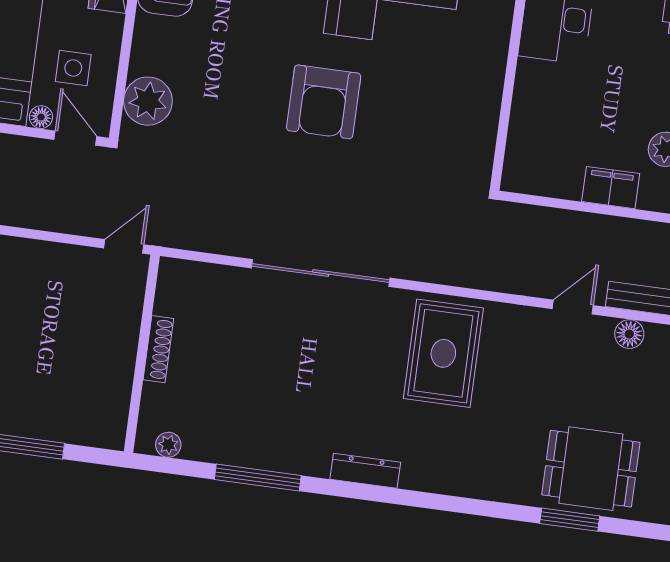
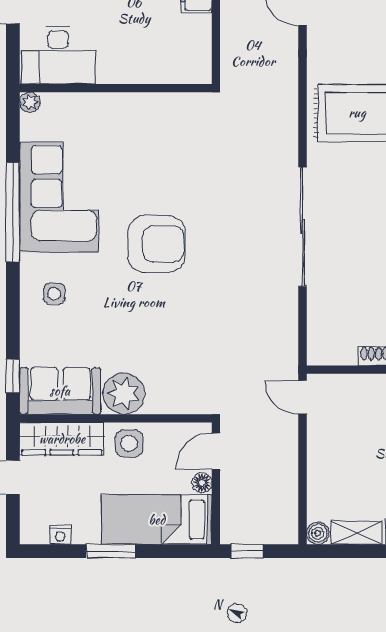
side table: (73, 68) -> (129, 443), moved
plant: (148, 101) -> (124, 394), moved

